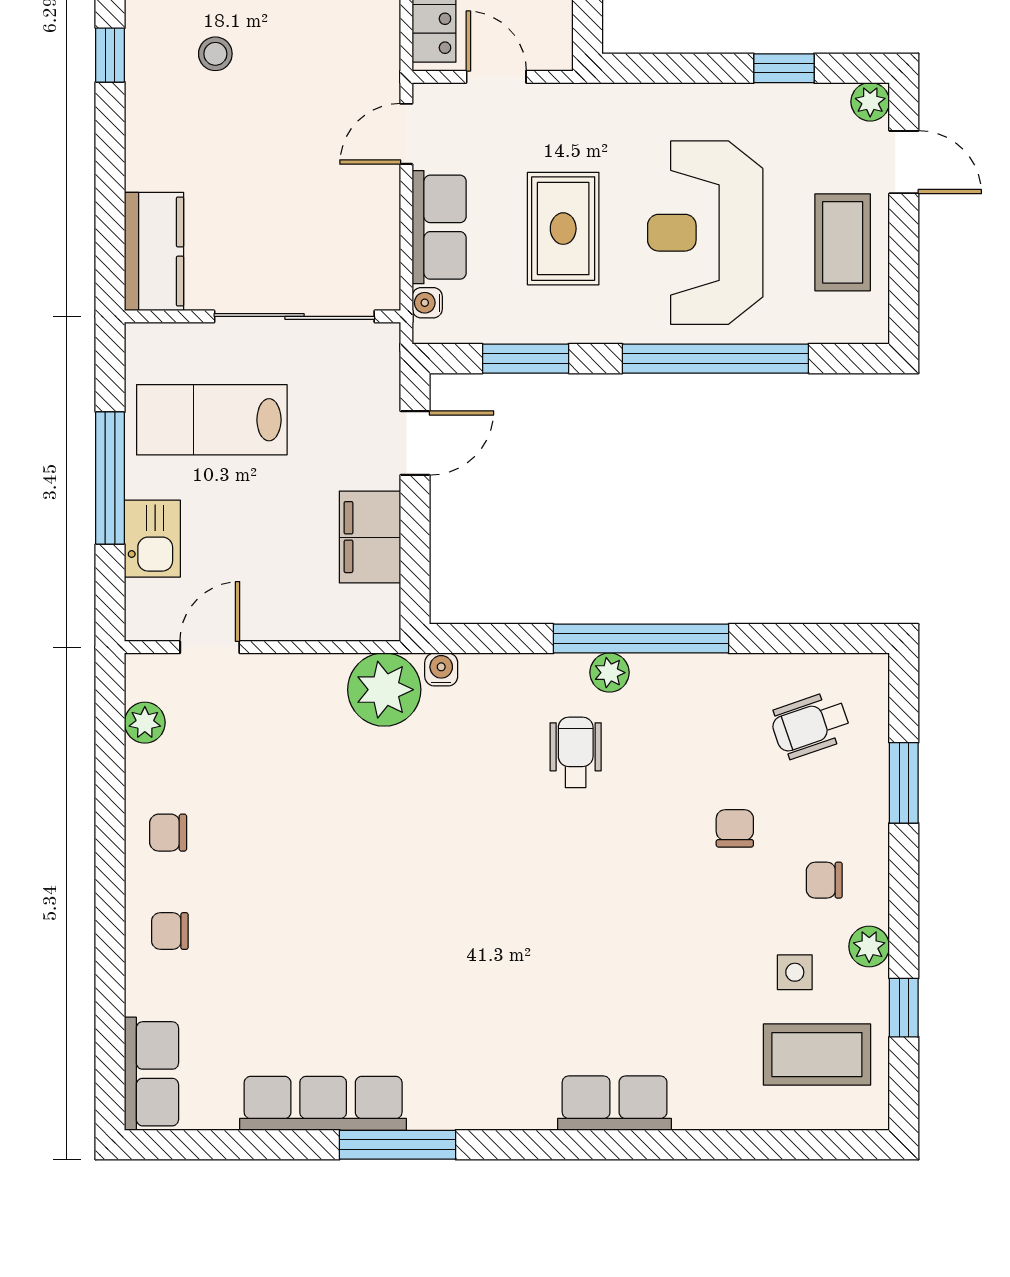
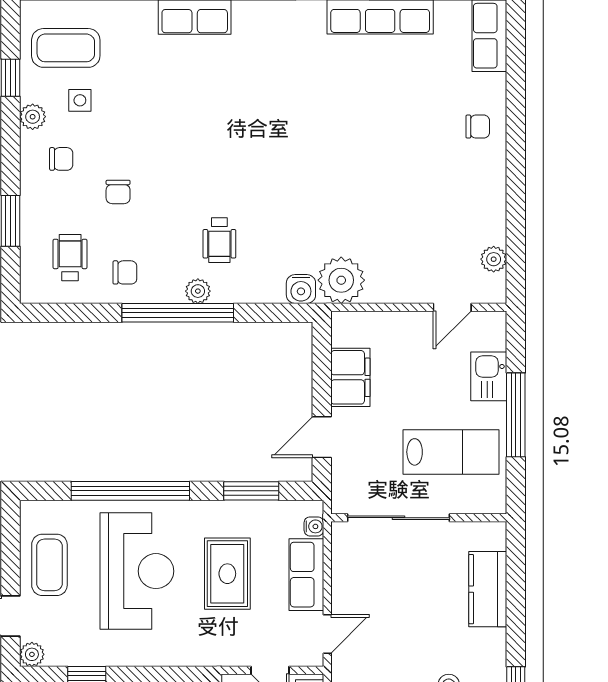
kitchen counter: (154, 252) -> (488, 589), moved
water cooler: (441, 669) -> (301, 289), width x1.38, depth x1.38
wheelchair: (810, 725) -> (70, 258), turned -71
chair: (168, 833) -> (125, 272), moved

